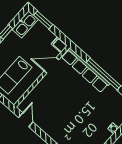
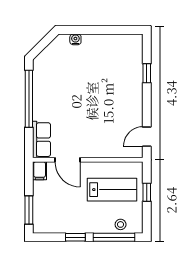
kitchen sink: (25, 24) -> (50, 224), removed
row of seats: (85, 70) -> (42, 140), width x0.50

